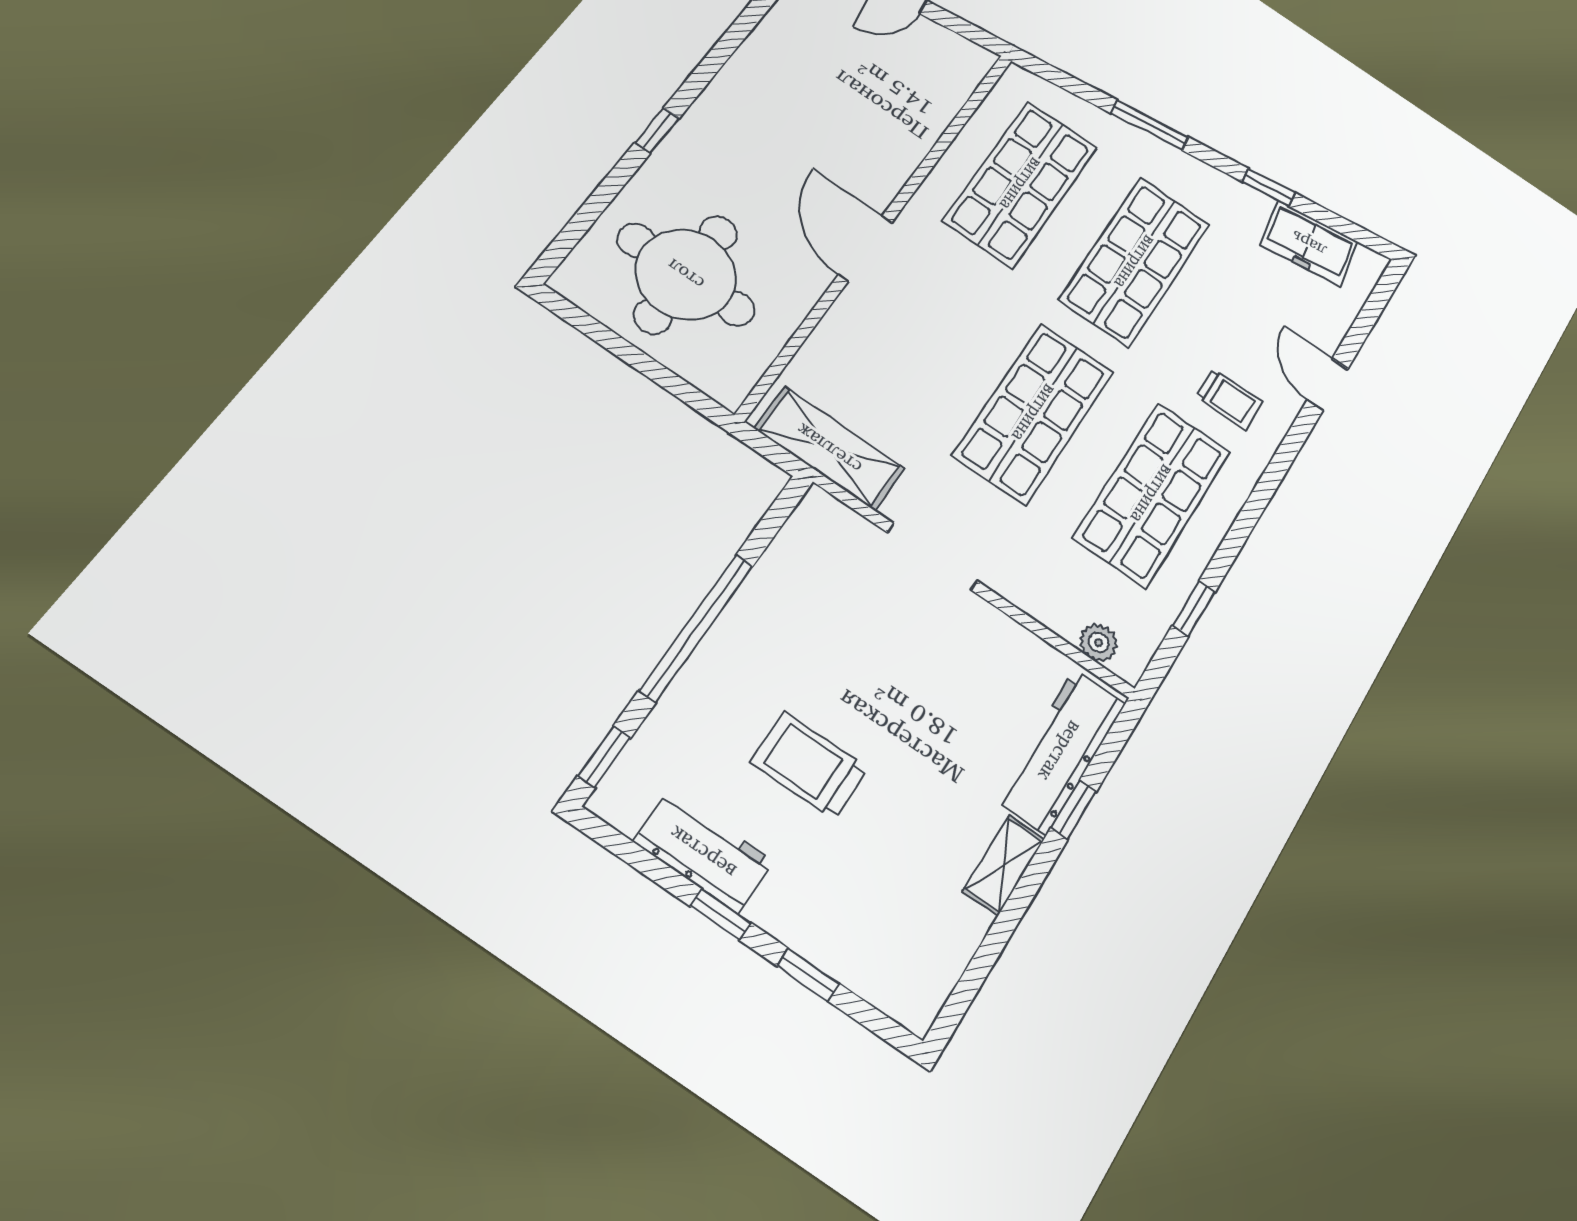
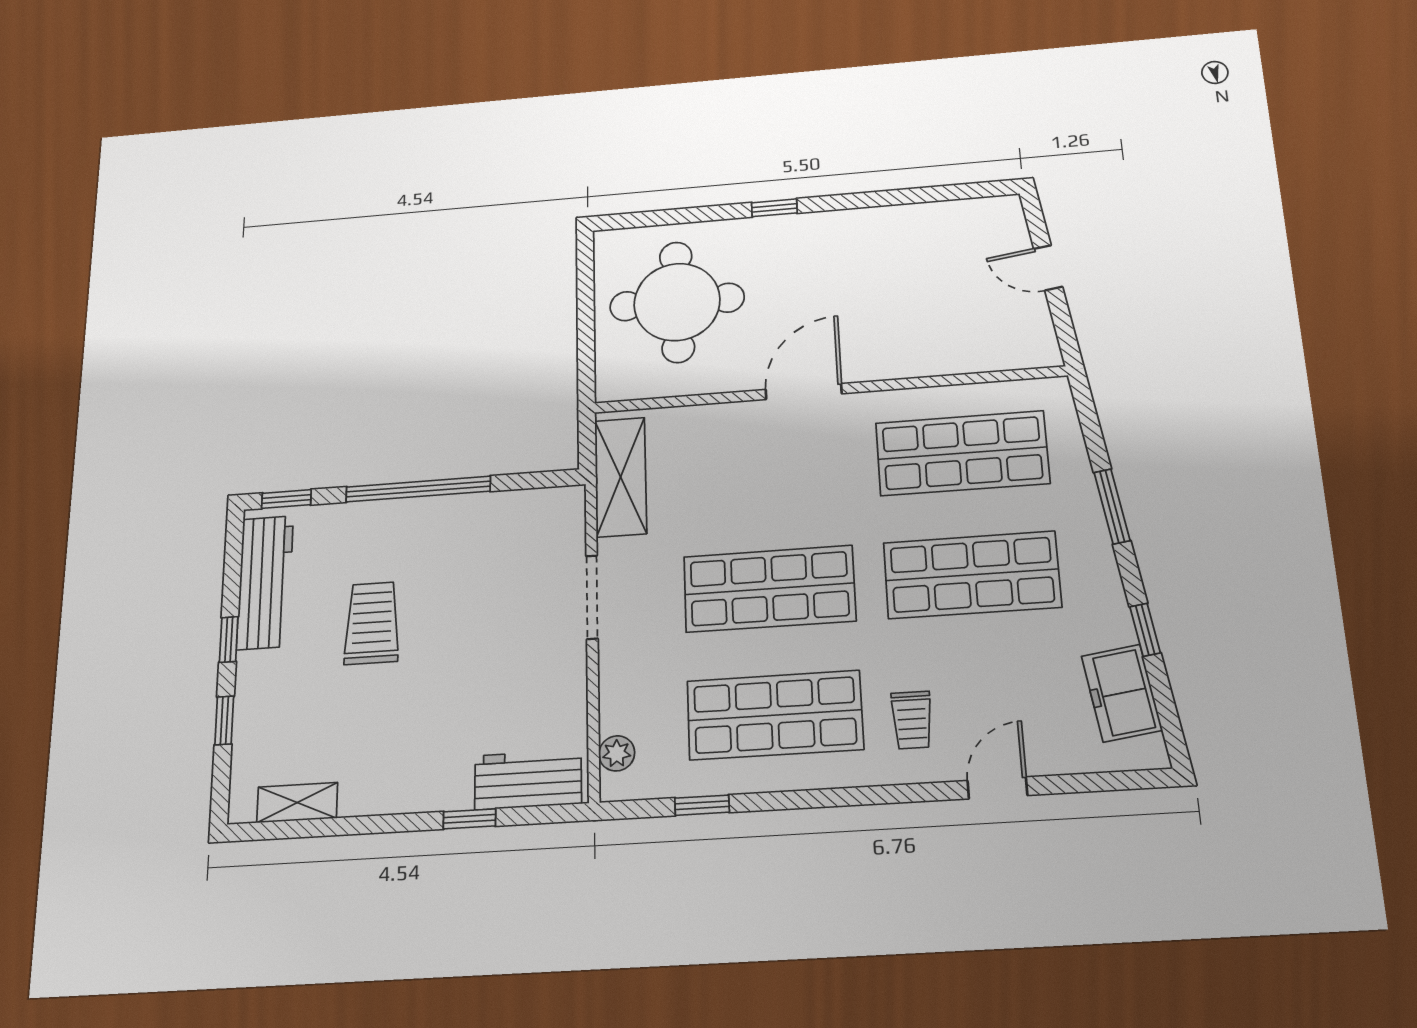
workbench: (1060, 751) -> (528, 780), width x0.73
workbench: (703, 852) -> (265, 582), width x1.38
shelving: (1004, 865) -> (297, 803), moved

